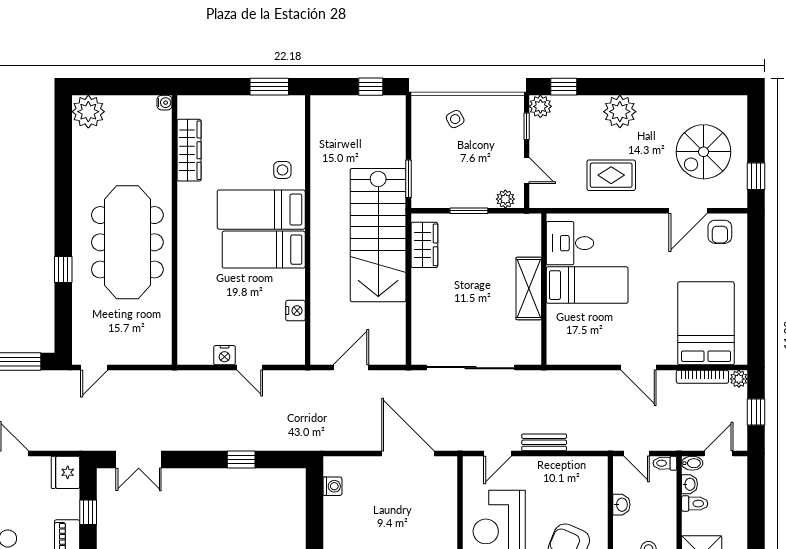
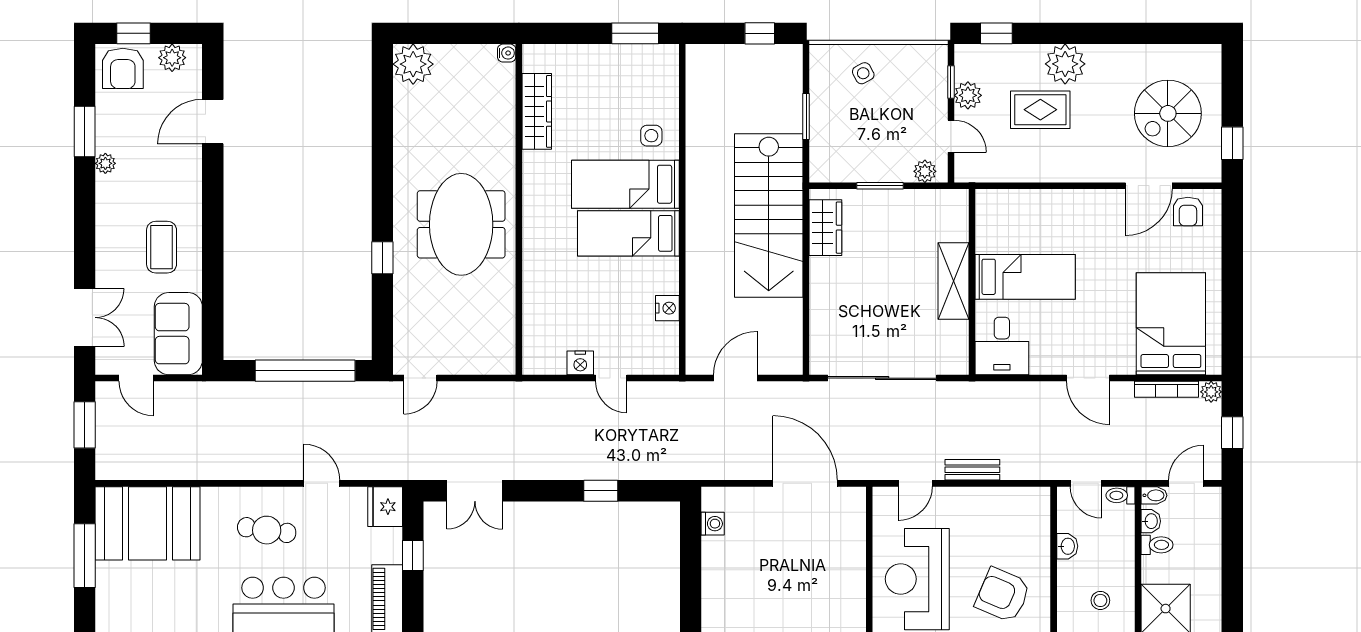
plant: (540, 106) -> (968, 95), moved
rug: (611, 175) -> (1040, 110), moved
window: (409, 179) -> (806, 117), moved
meeting table: (127, 242) -> (461, 224), width x0.73
desk: (570, 243) -> (1002, 346), moved, turned -90

